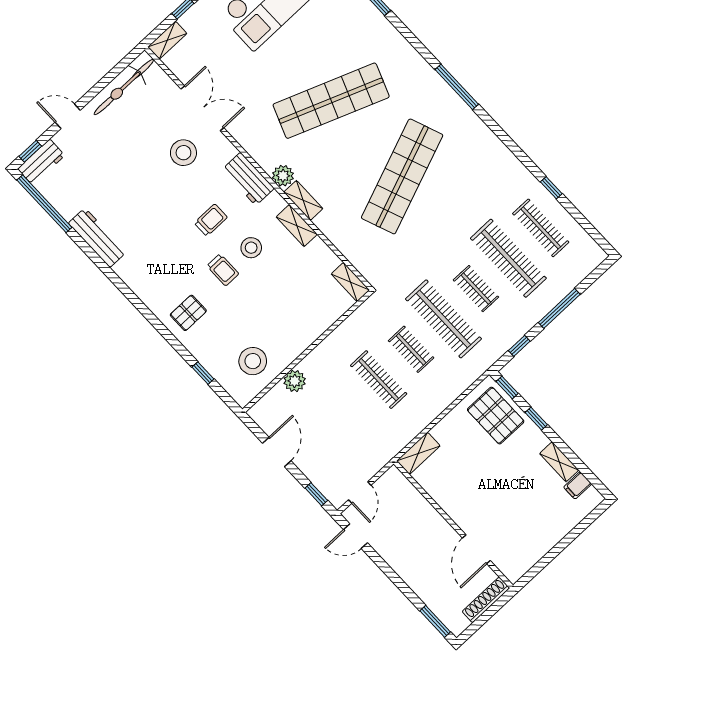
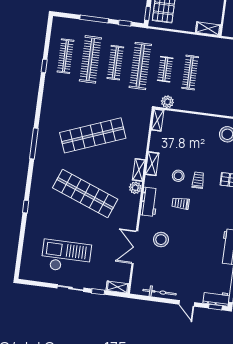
bicycle: (124, 87) -> (160, 292), width x0.73, depth x0.71
clothes rail: (476, 289) -> (115, 63), width x1.36
plant: (295, 381) -> (167, 102), moved

